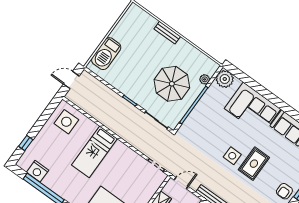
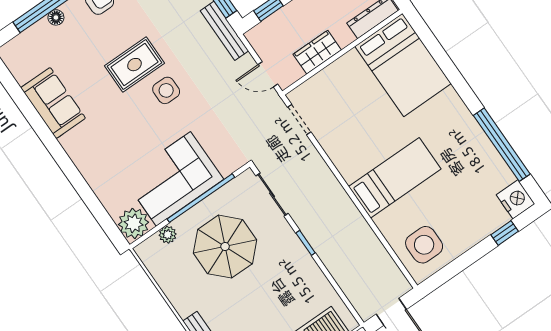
corner sofa: (253, 109) -> (173, 179), moved, turned -90
nightstand: (38, 171) -> (516, 199), moved

